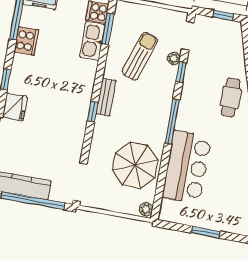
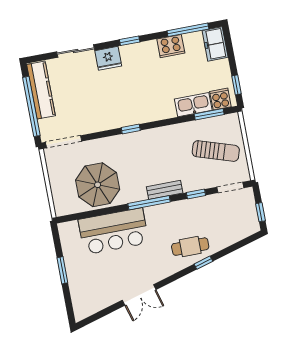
sun lounger: (140, 56) -> (216, 151), moved
plant: (174, 58) -> (205, 183), removed
bench: (106, 97) -> (165, 190), moved
plant: (146, 209) -> (62, 209), removed

